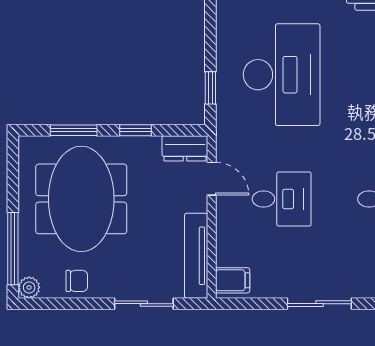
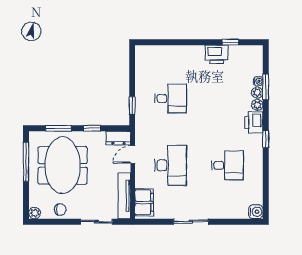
desk: (282, 75) -> (170, 98), width x0.53, depth x0.77
door: (212, 179) -> (133, 154), swing flipped
desk: (282, 199) -> (170, 165), width x1.37
window: (13, 249) -> (26, 162), moved
filing cabinet: (233, 280) -> (144, 202), width x2.00

